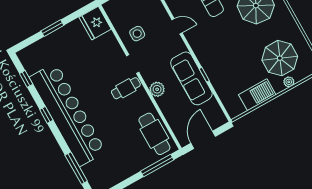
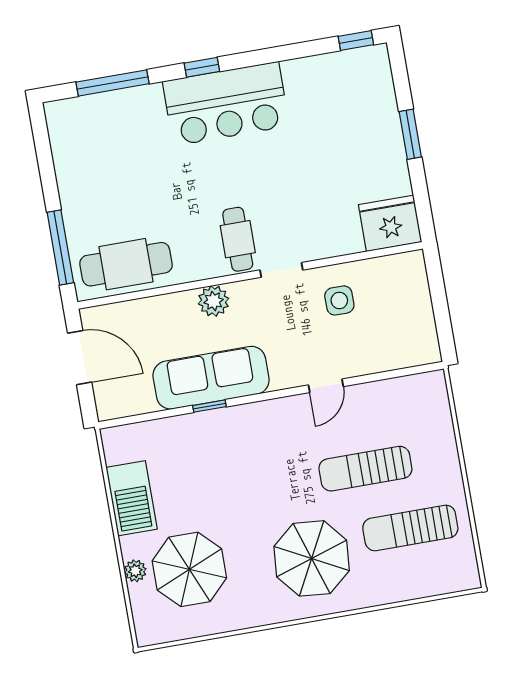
window: (26, 79) -> (356, 40), moved
window: (46, 115) -> (202, 67), moved
bar counter: (68, 115) -> (226, 104), width x0.54

